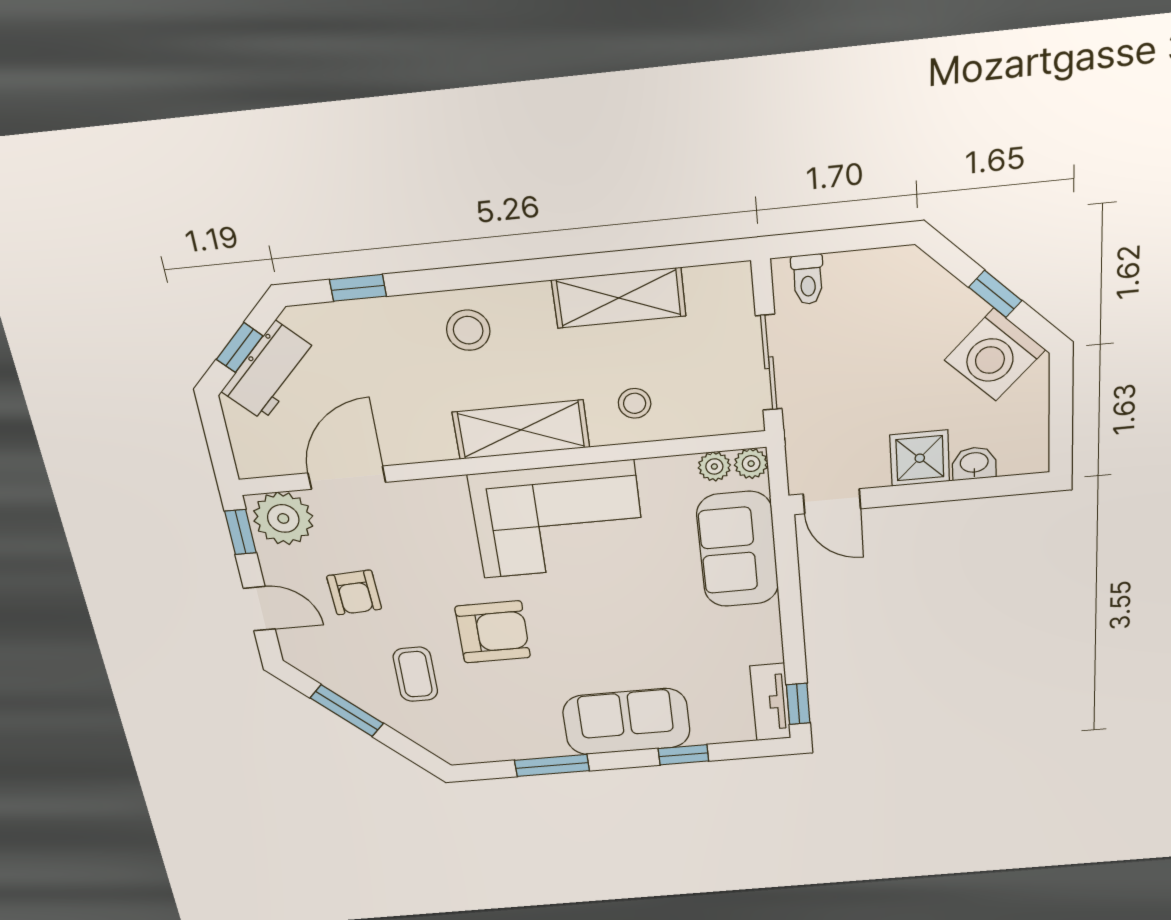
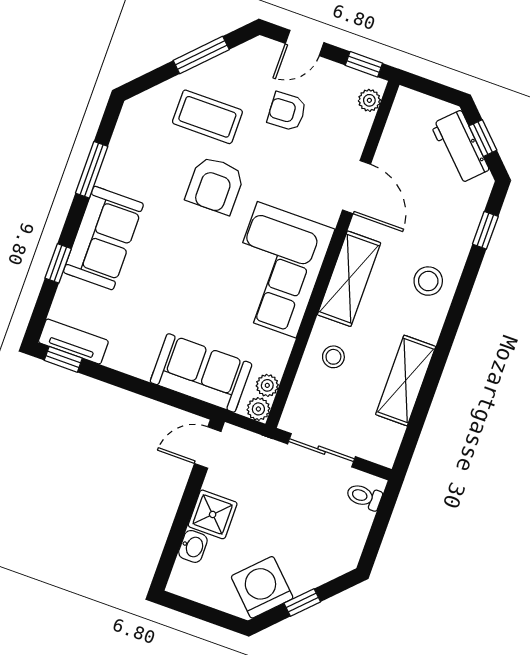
door: (347, 478) -> (356, 187), moved
plant: (283, 519) -> (369, 100), width x0.53, depth x0.53
coffee table: (415, 674) -> (207, 117), width x1.36, depth x1.30

